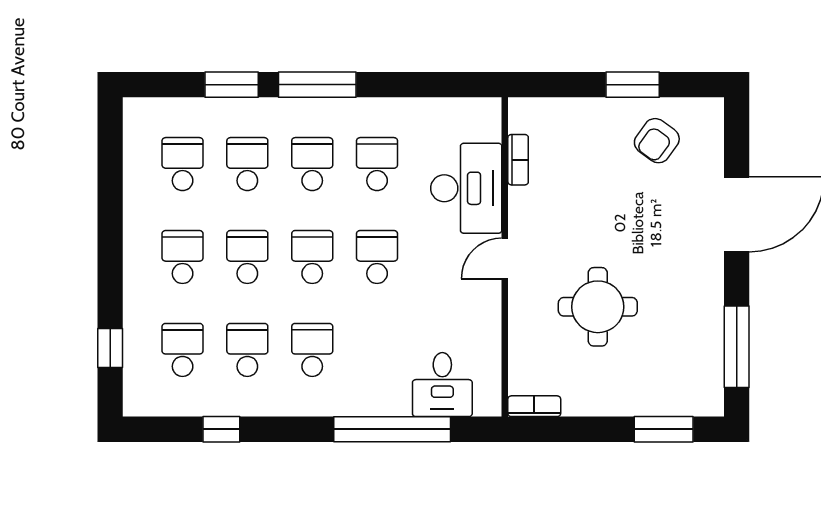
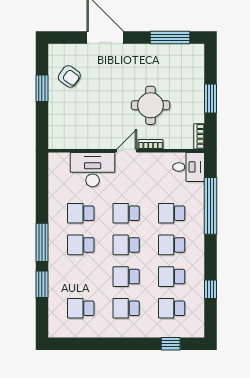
bookcase: (518, 160) -> (151, 144), moved
school desk: (247, 164) -> (172, 213), moved
door: (505, 258) -> (127, 151), swing flipped
desk: (442, 385) -> (189, 167), moved
window: (664, 429) -> (210, 99), moved

